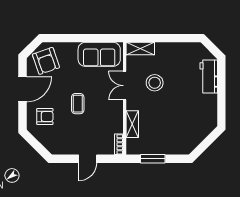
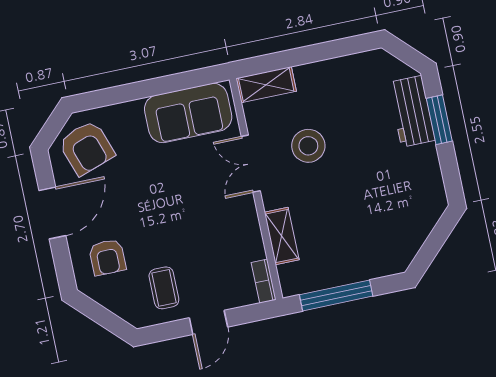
window: (221, 83) -> (439, 120), added
coffee table: (78, 104) -> (164, 288), moved
armchair: (45, 116) -> (107, 257), turned 90
window: (153, 159) -> (336, 295), width x1.44

